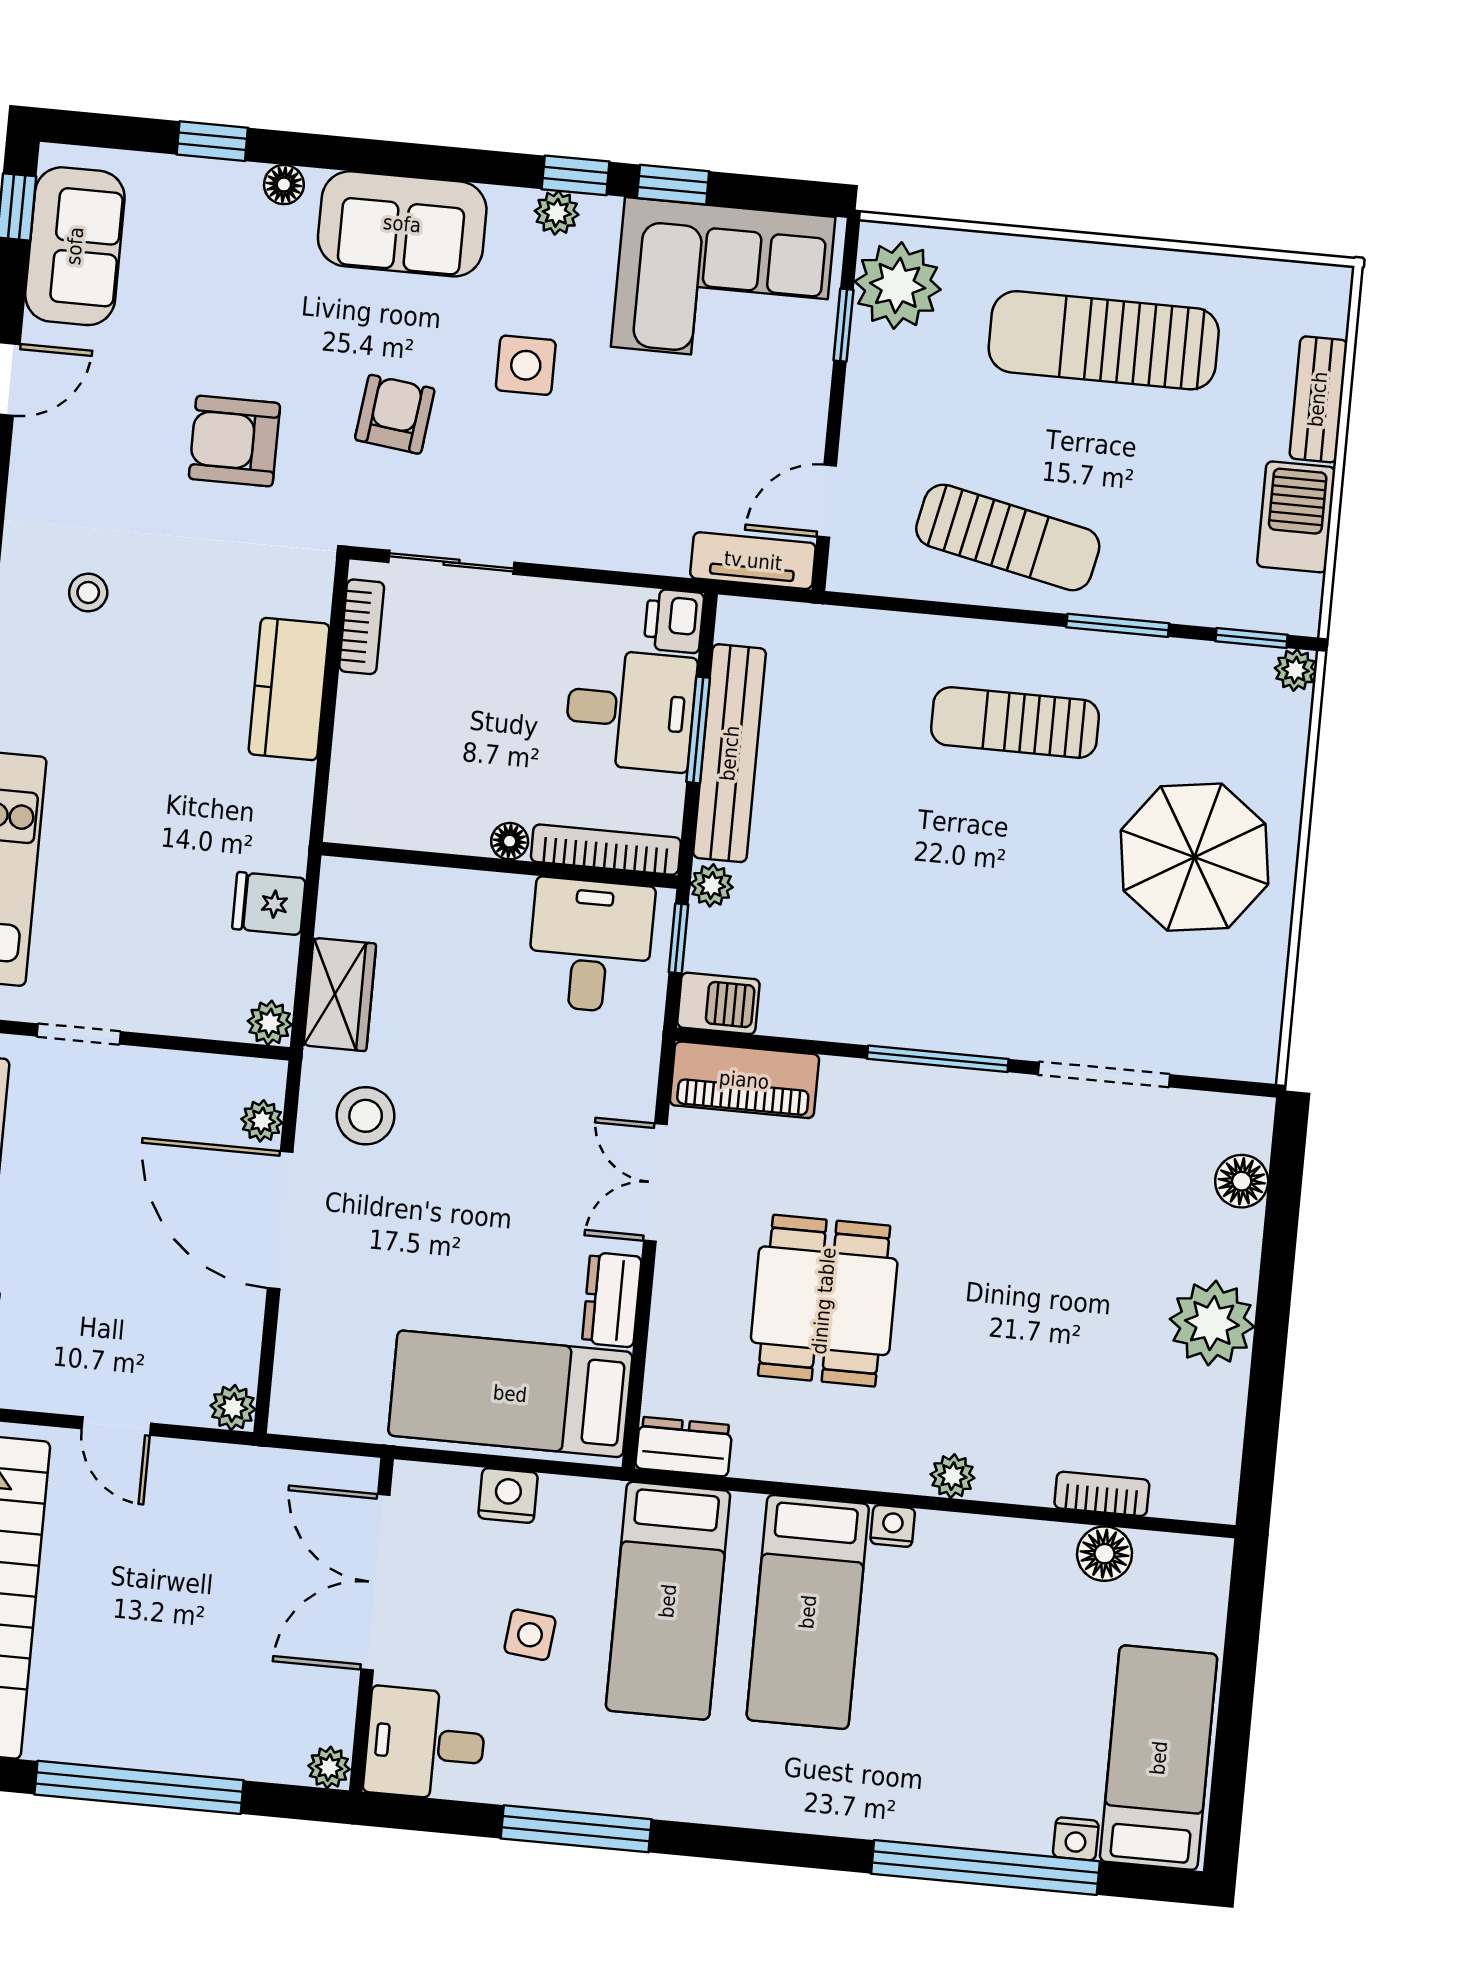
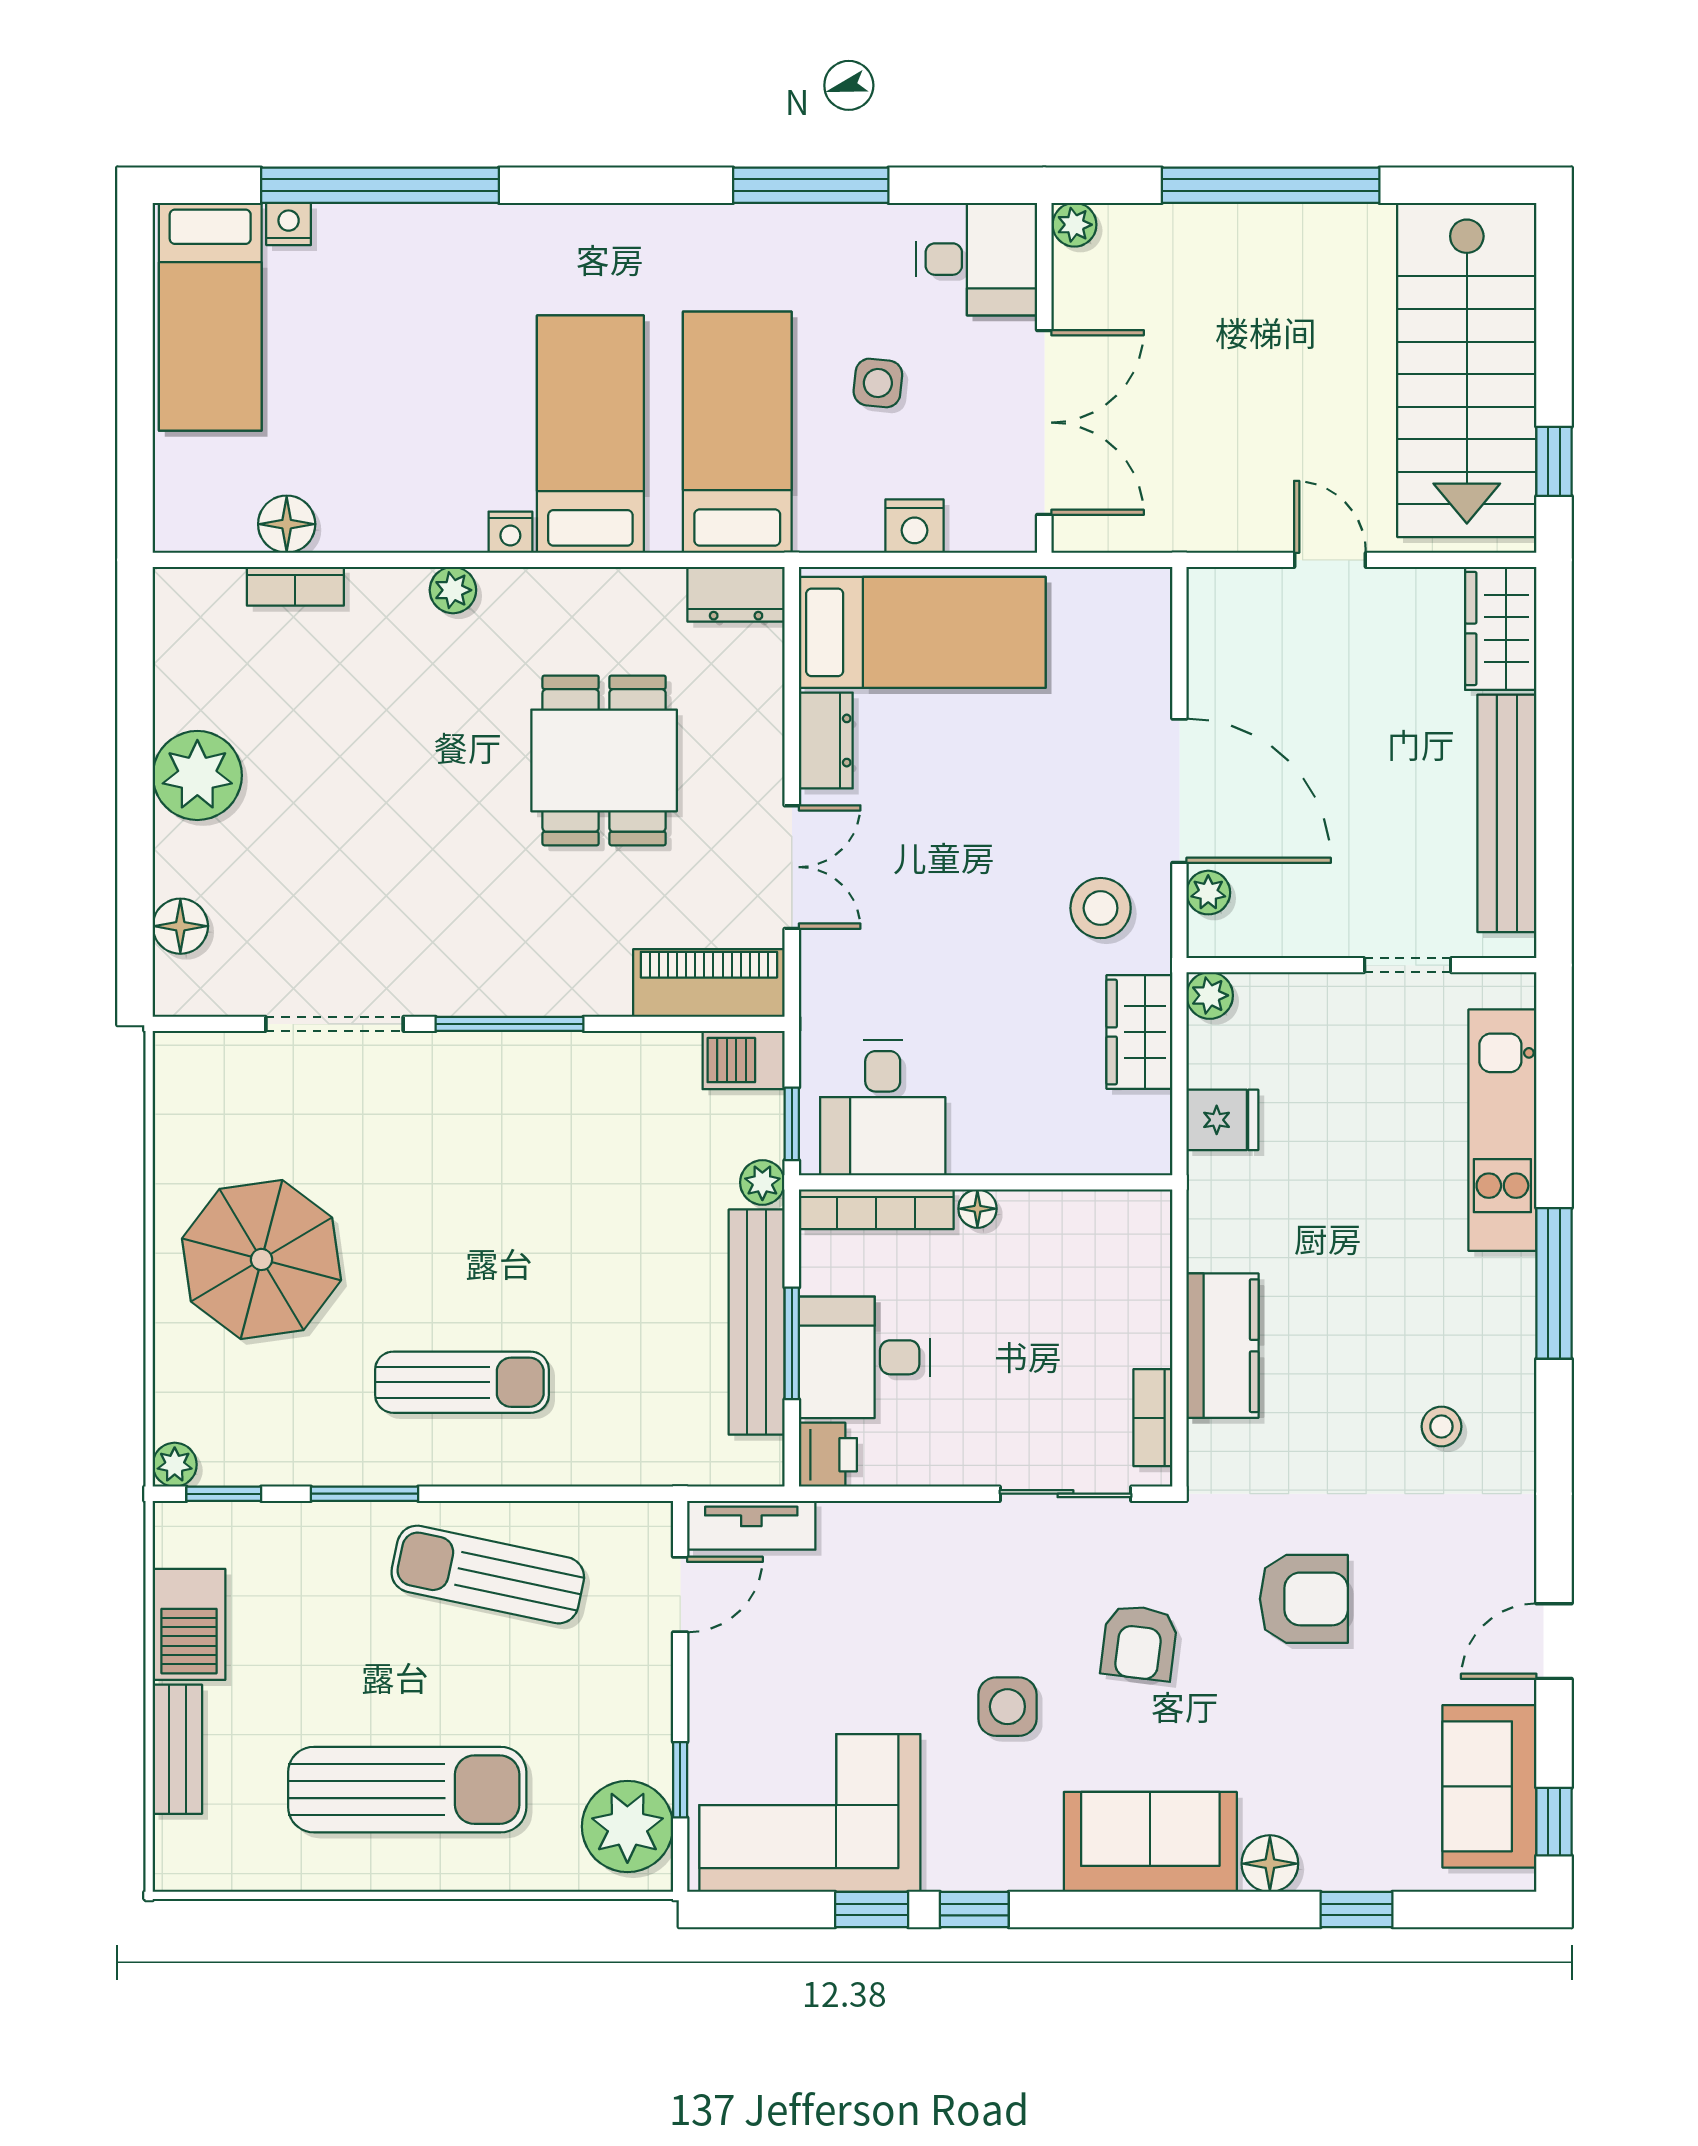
floor lamp: (284, 185) -> (1270, 1864), width x1.37, depth x1.37
plant: (557, 213) -> (990, 1869), removed
plant: (233, 1407) -> (1210, 591), removed

